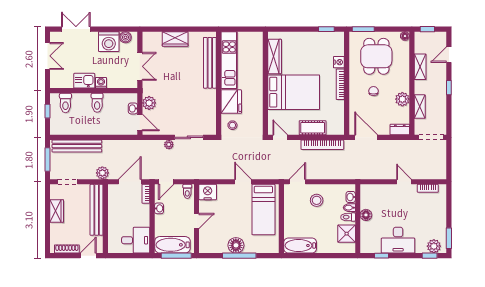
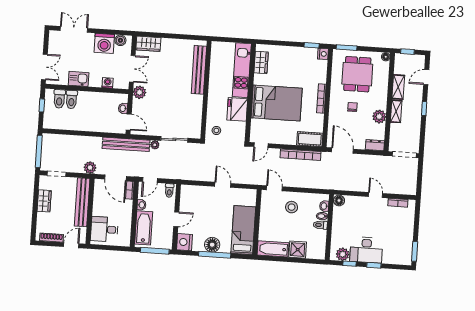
wardrobe: (175, 39) -> (148, 44), moved
double door: (48, 56) -> (44, 67), moved
wardrobe: (275, 56) -> (261, 62), width x0.67
kitchen unit: (229, 60) -> (242, 70), moved, turned 180
nightstand: (339, 62) -> (323, 54), moved
washing machine: (101, 83) -> (108, 83), moved
fridge: (231, 102) -> (237, 109), moved, turned 180
toilet: (97, 103) -> (72, 100), moved
plant: (149, 103) -> (140, 92), moved
shelving: (420, 107) -> (396, 111), moved
cot: (313, 128) -> (310, 139), moved
door: (280, 137) -> (261, 145), swing flipped
bench: (77, 146) -> (126, 144), moved
window: (48, 159) -> (39, 151), width x1.44
door: (130, 182) -> (115, 178), swing flipped
door: (297, 182) -> (274, 188), hinge flipped
nightstand: (208, 192) -> (184, 242), moved, turned -90
bed: (263, 210) -> (243, 230), moved, turned 180
floor lamp: (366, 215) -> (339, 200), moved
shower: (347, 234) -> (298, 250), moved
desk: (136, 240) -> (104, 229), moved, turned 180
bathtub: (172, 245) -> (144, 228), moved, turned 90
plant: (434, 246) -> (343, 254), moved
window: (430, 256) -> (374, 265), moved

